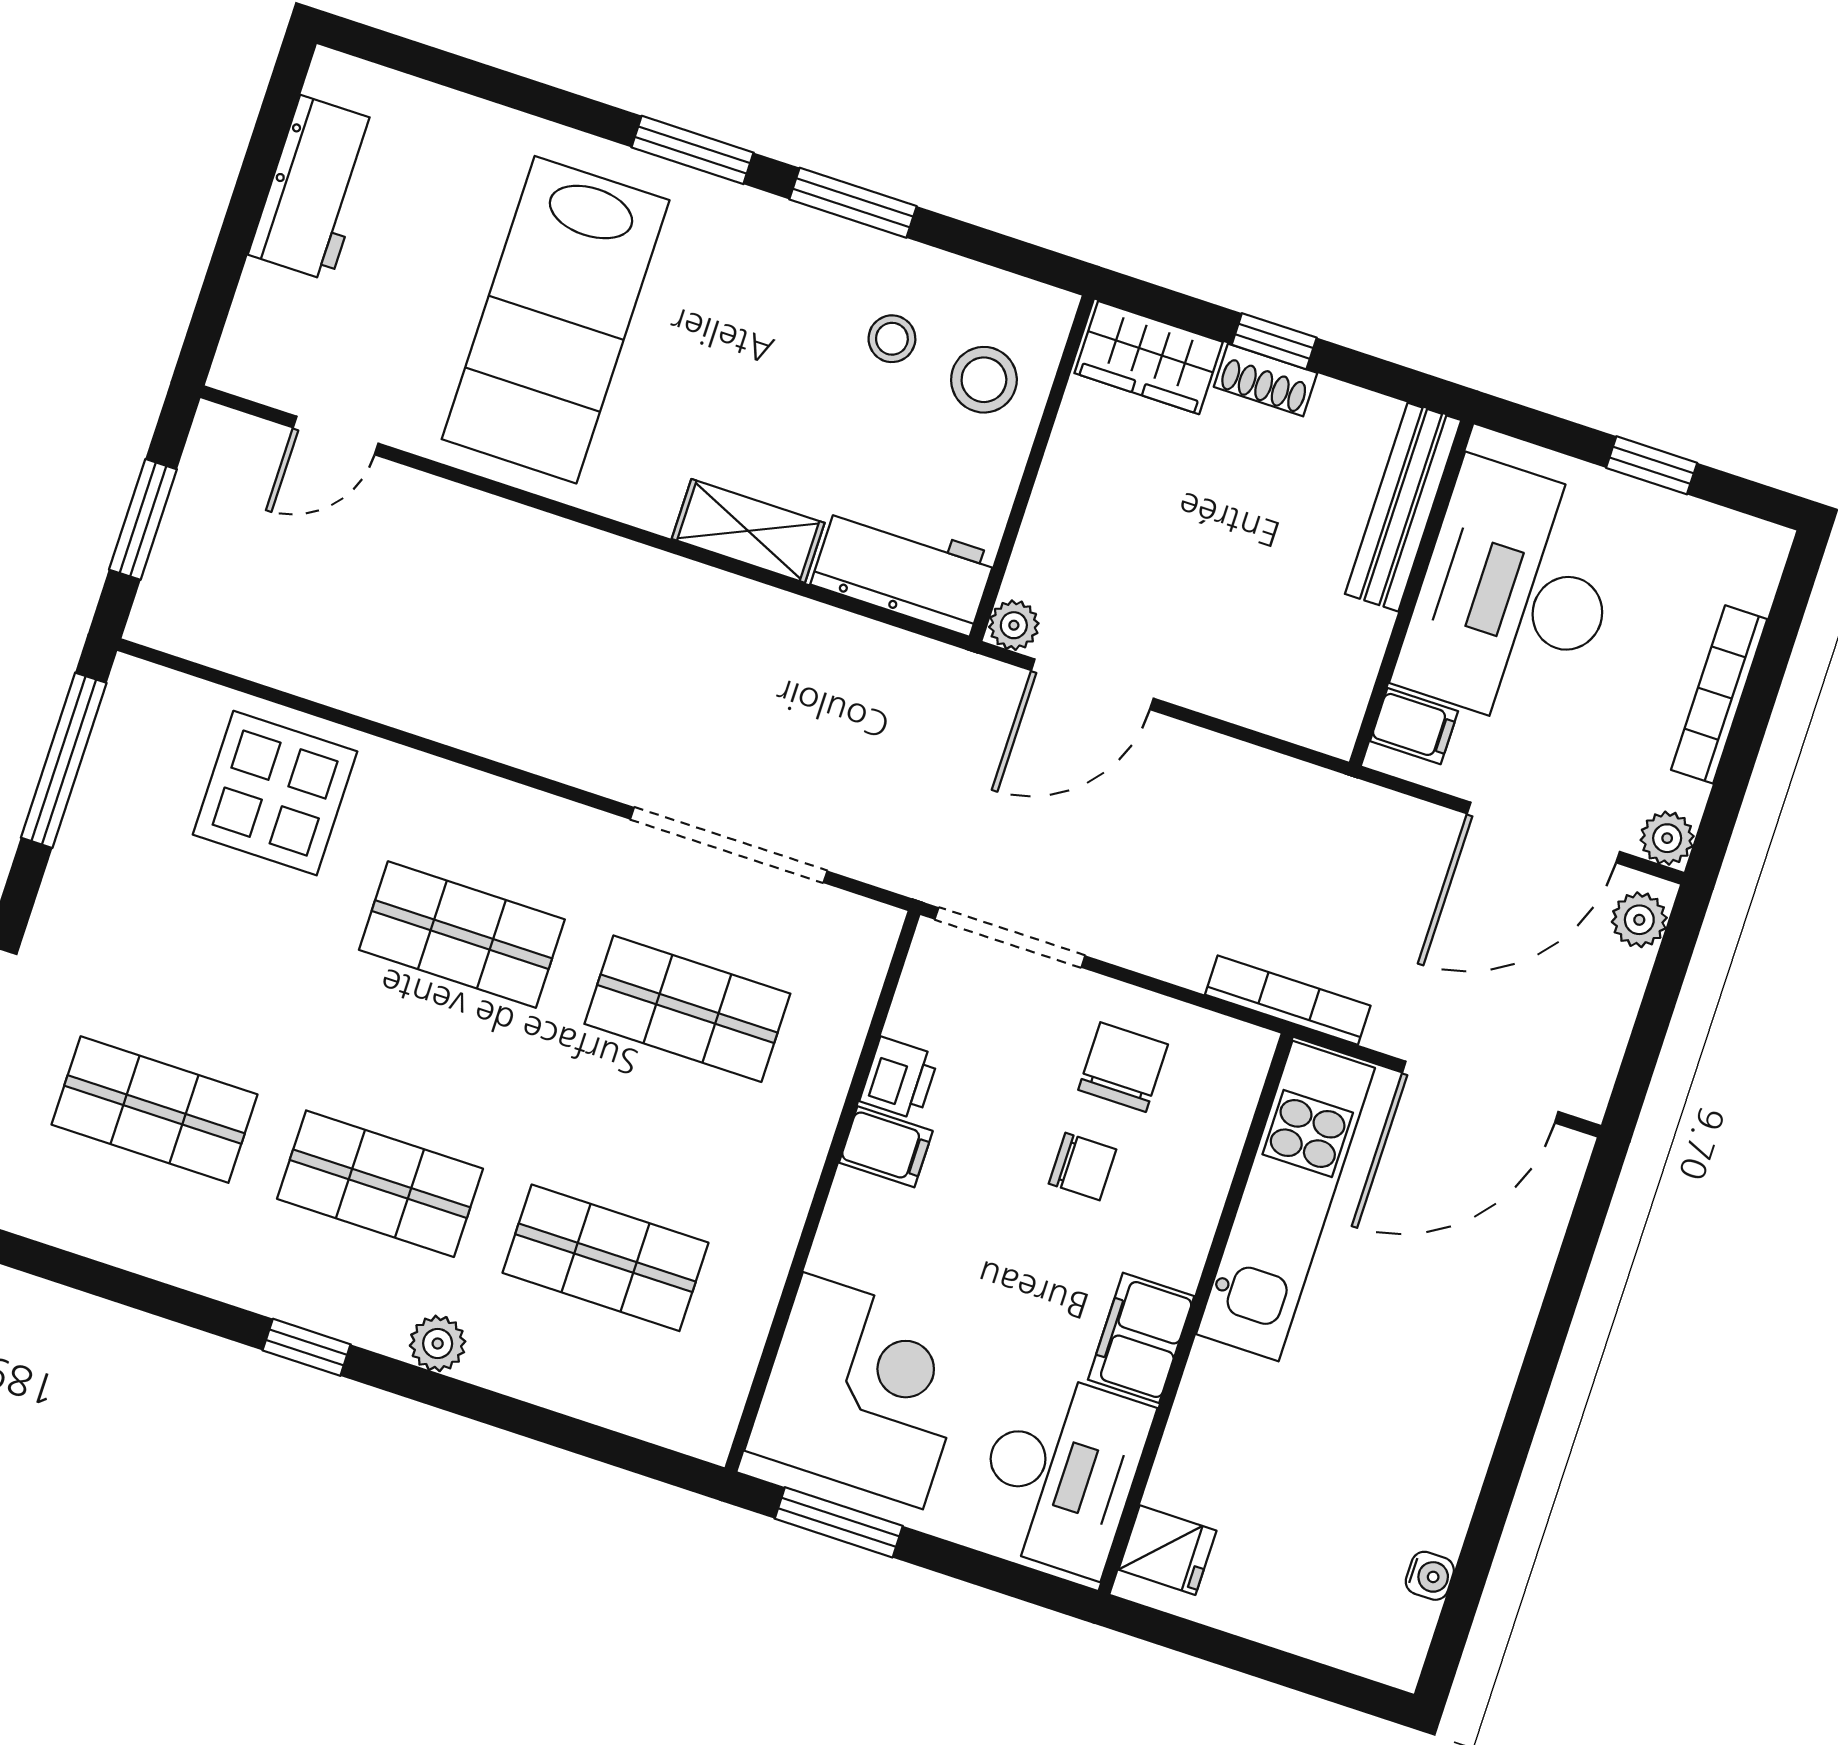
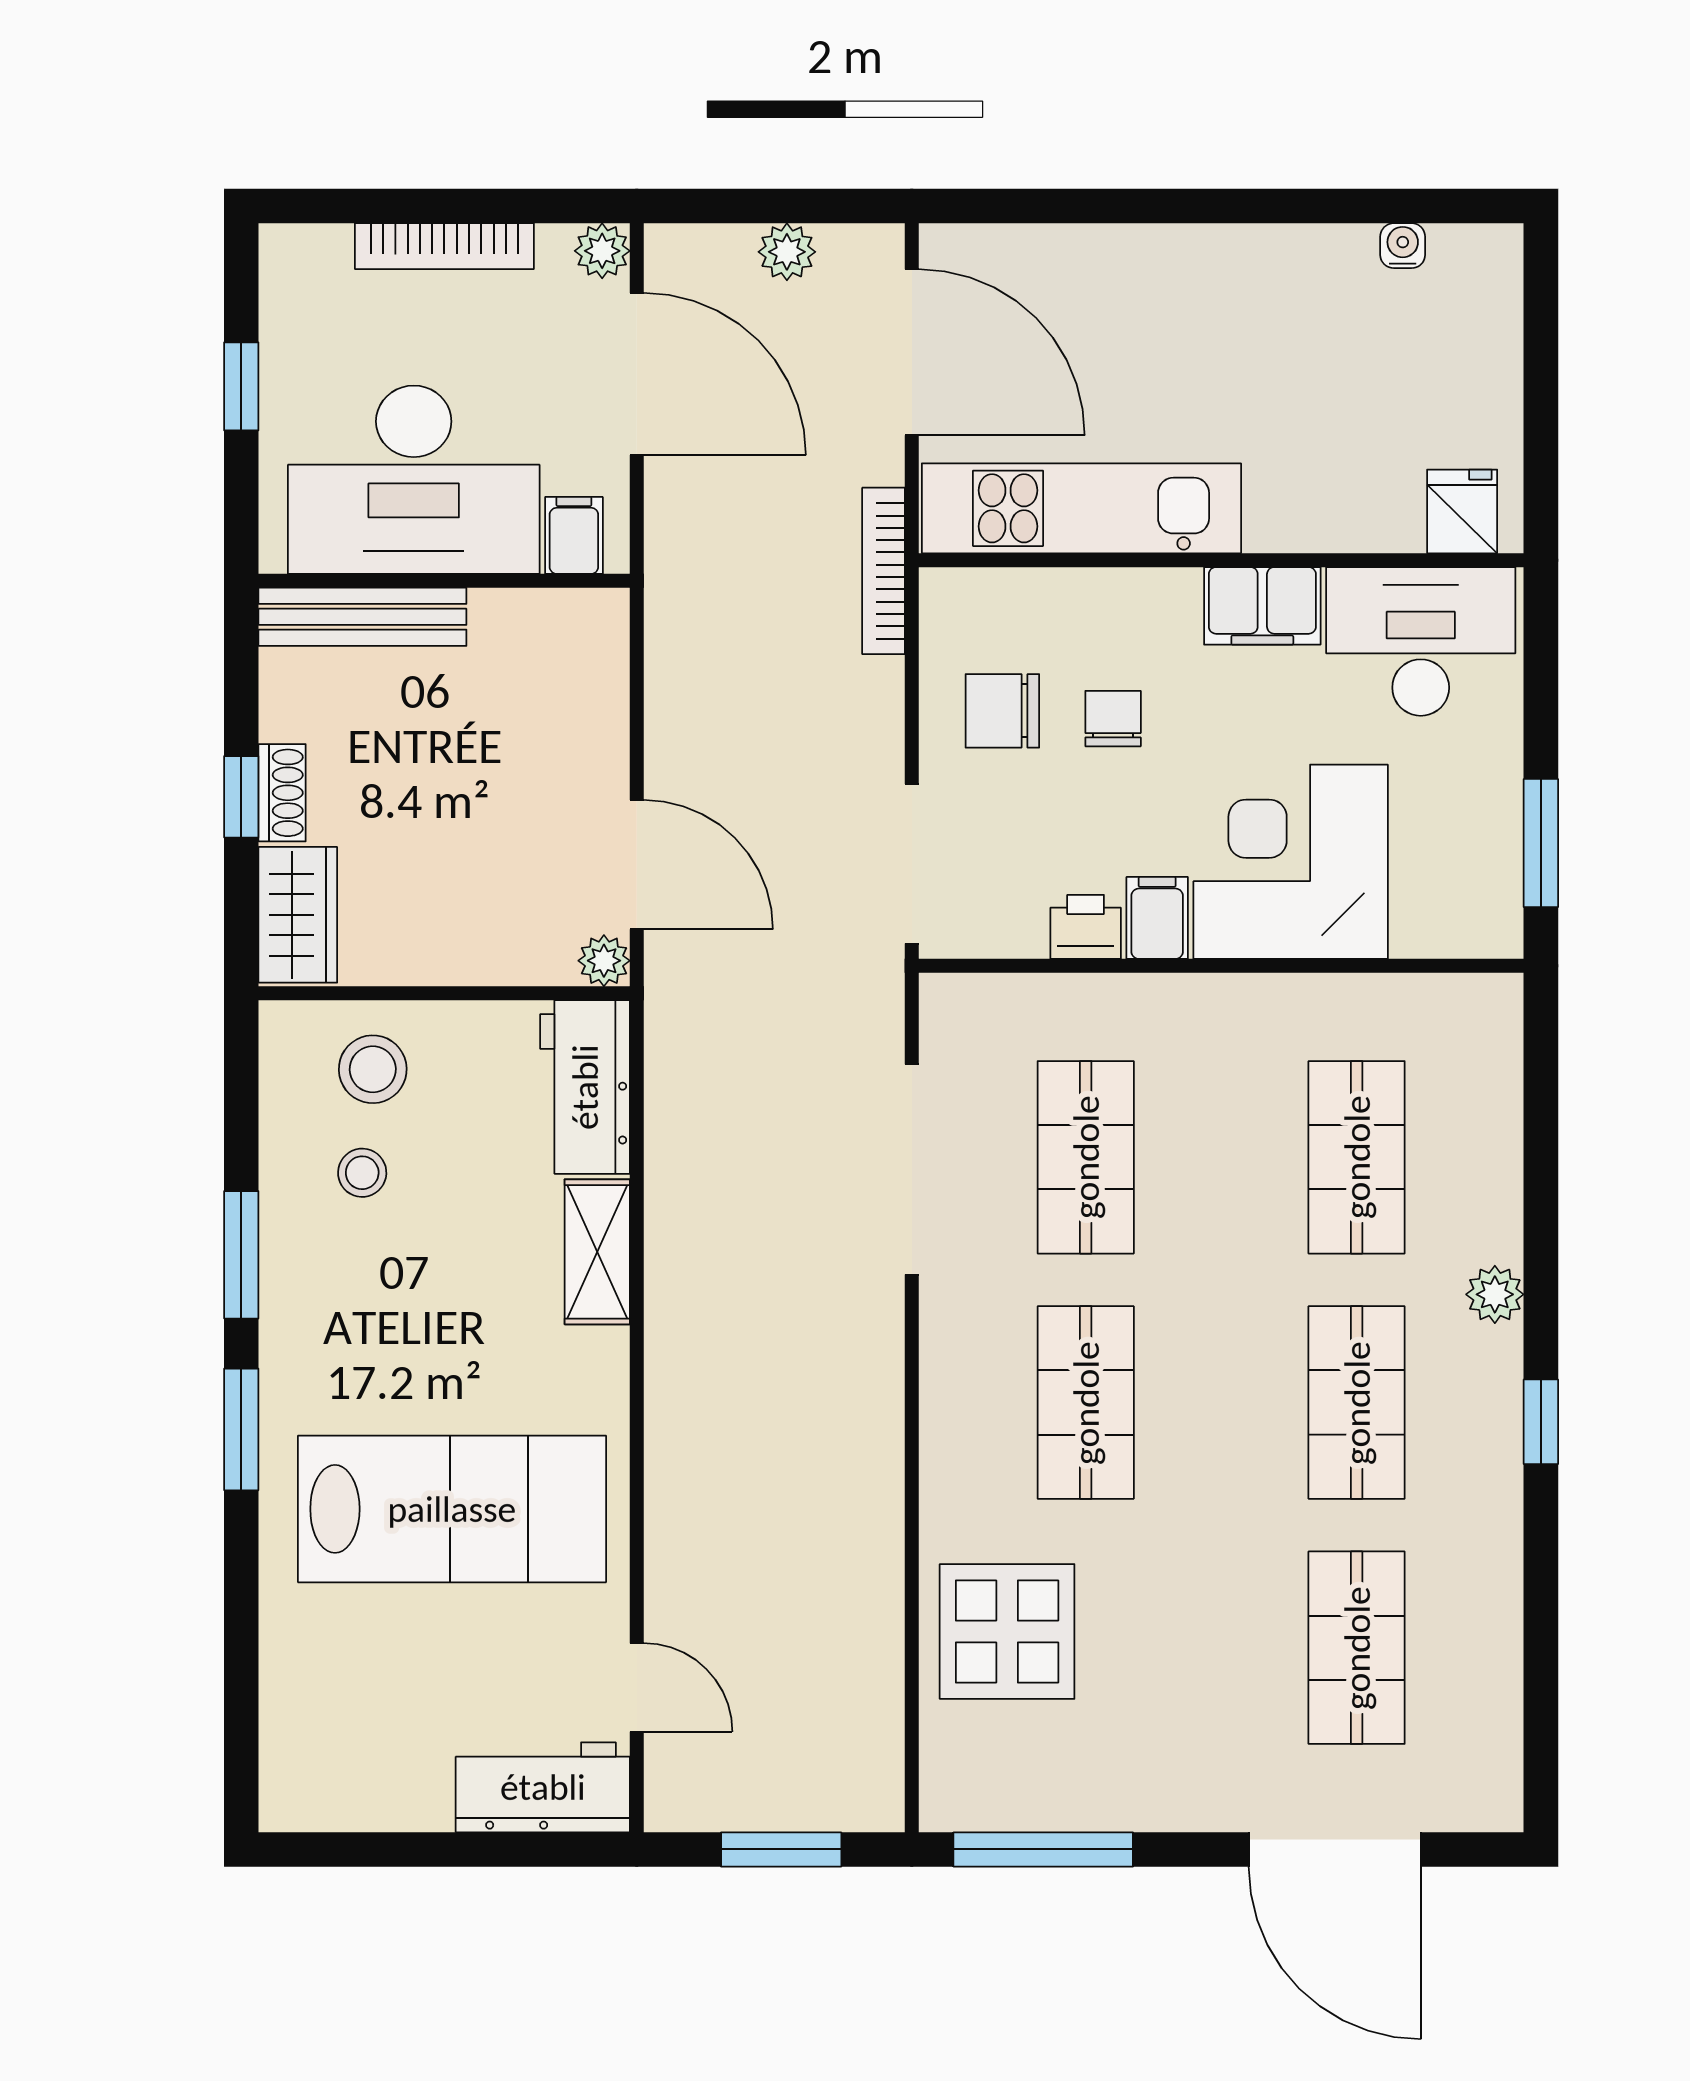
workbench: (315, 188) -> (543, 1787), moved
plant: (1639, 920) -> (787, 252), moved
corner desk: (863, 1391) -> (1291, 862), moved

